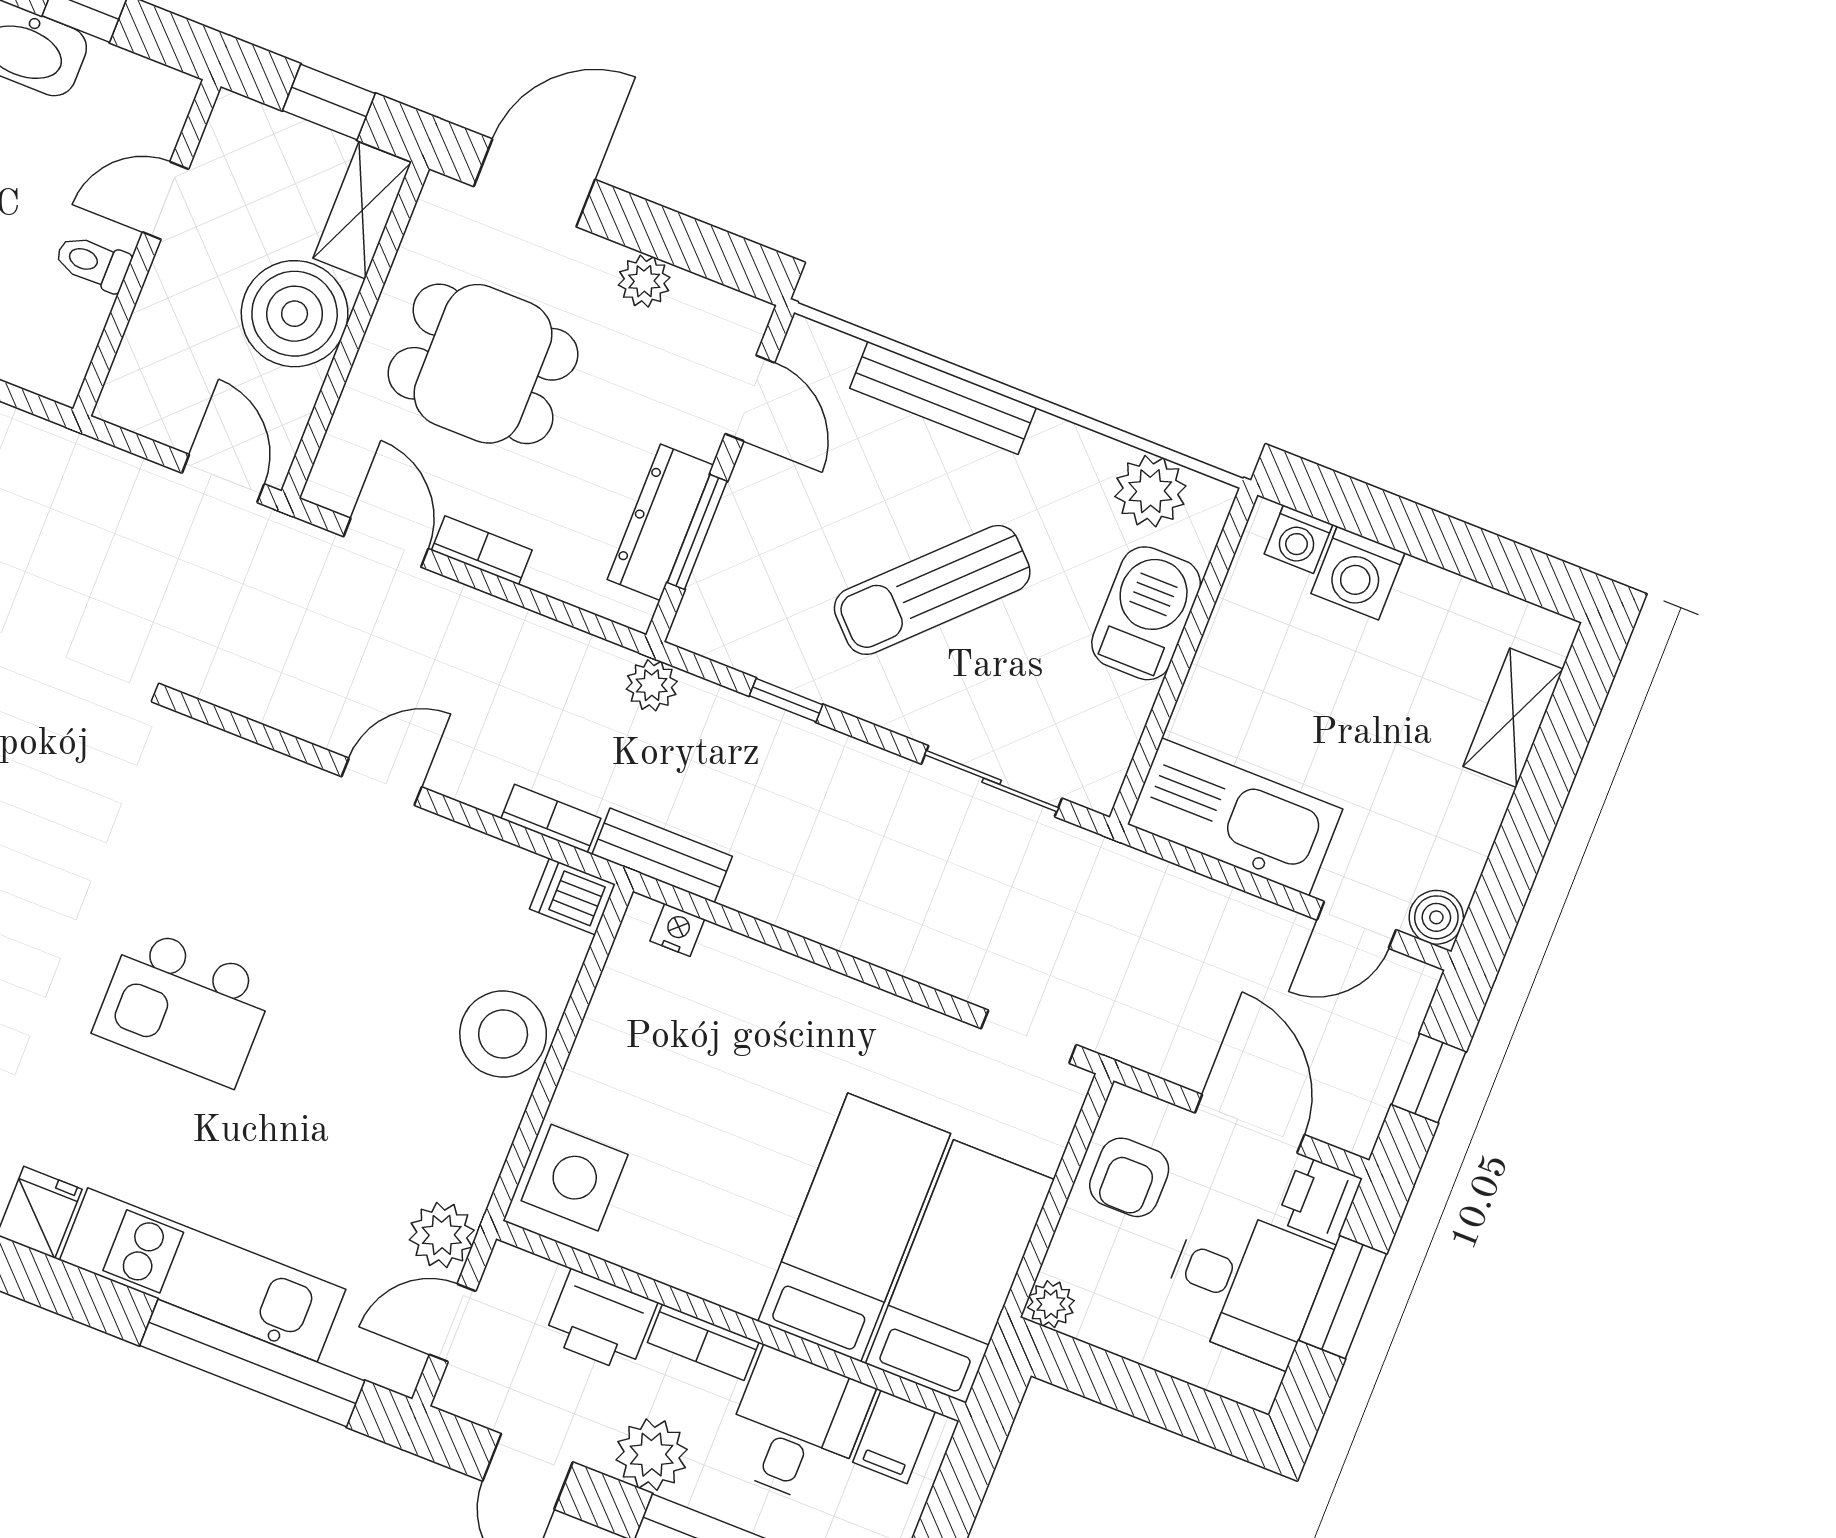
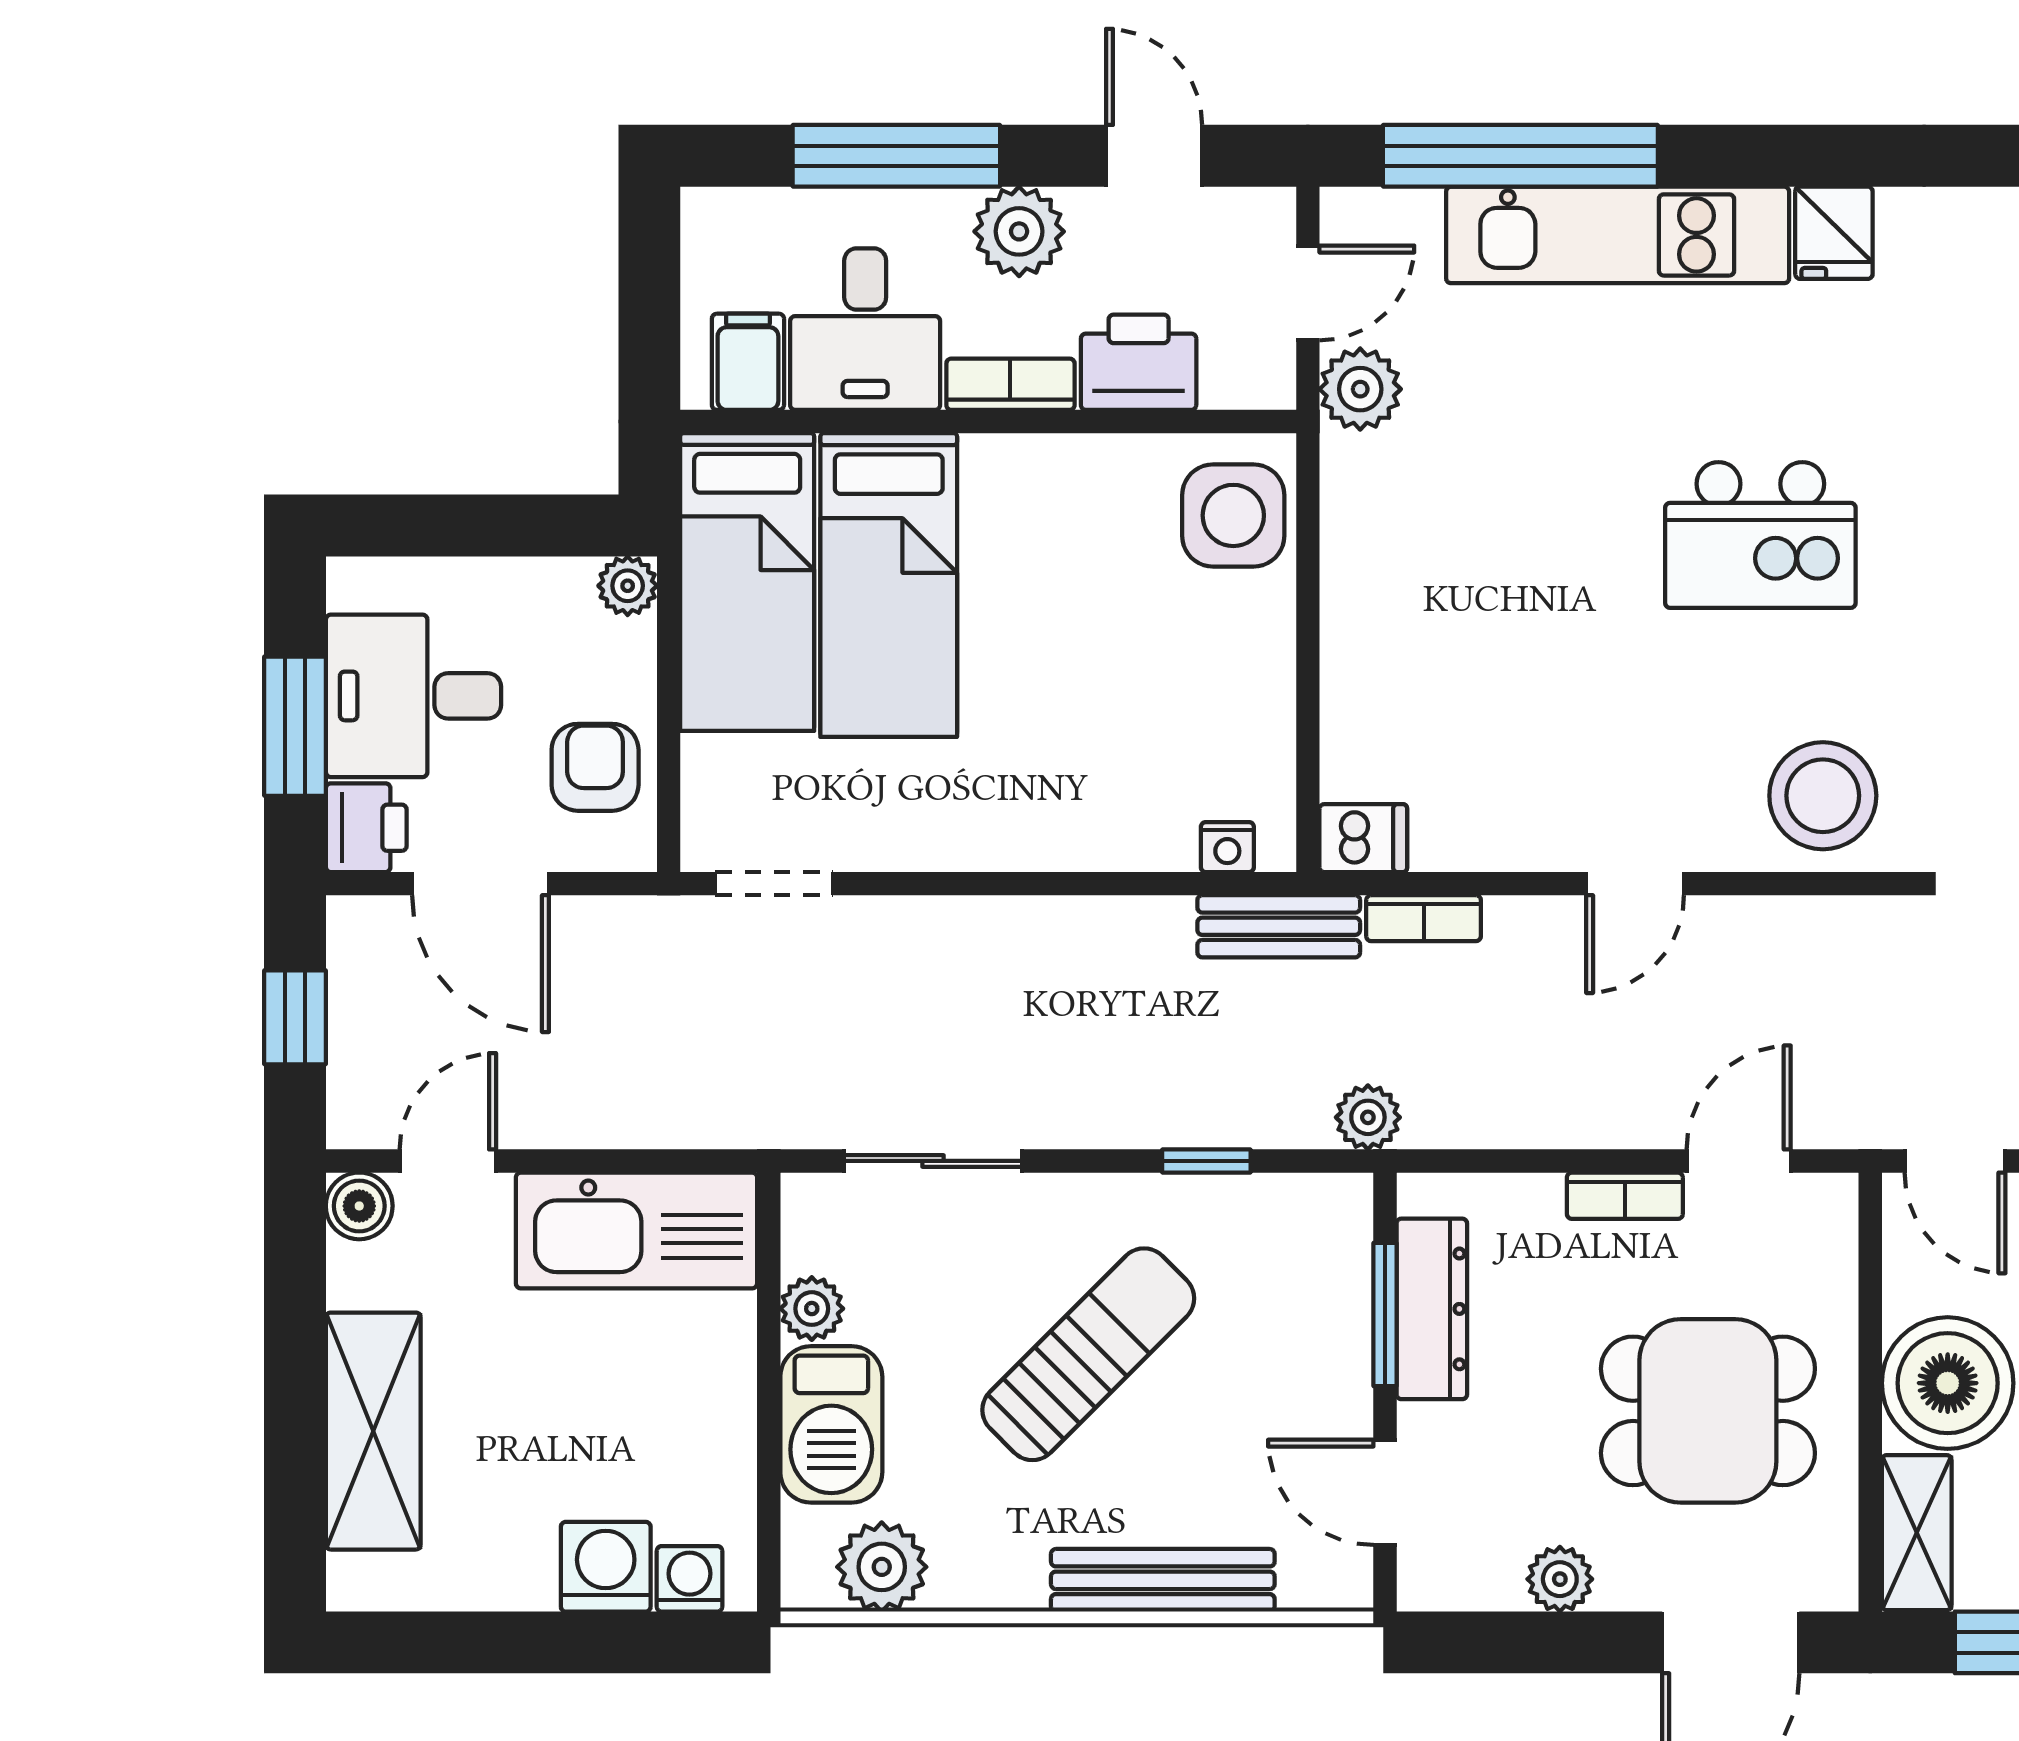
door: (386, 543) -> (1739, 1161), swing flipped
plant: (1126, 706) -> (812, 1309), added
shelving: (1513, 718) -> (373, 1431), width x1.50, depth x1.33
kitchen island: (184, 1007) -> (1760, 535), turned 180
stool: (503, 1034) -> (1823, 796), moved

